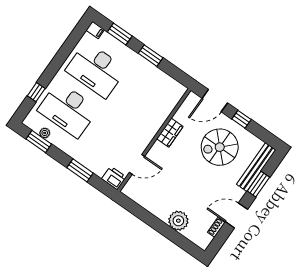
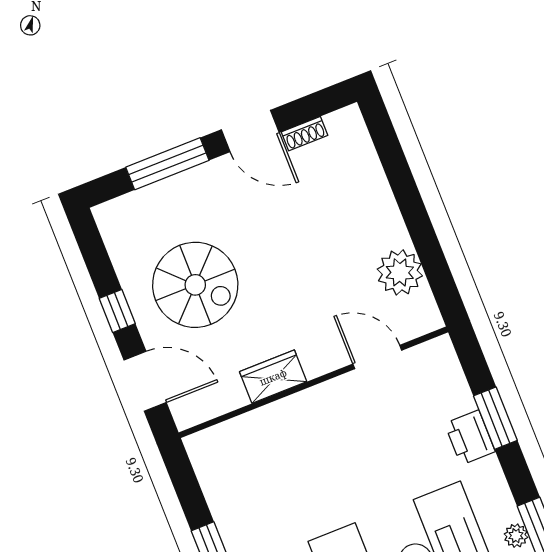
bench: (256, 167) -> (150, 200), removed
printer: (114, 178) -> (470, 438), moved
window: (258, 184) -> (167, 164), width x1.44
plant: (178, 221) -> (400, 272), moved

